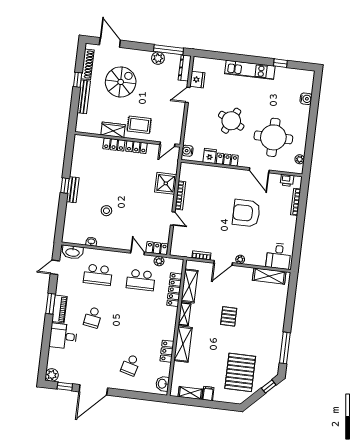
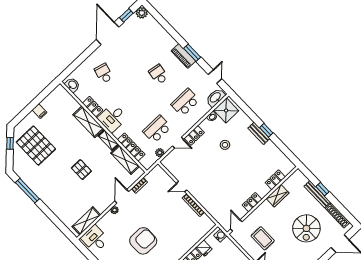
window: (78, 80) -> (322, 189), moved
rug: (139, 125) -> (263, 238), moved, turned 90
locker: (114, 145) -> (275, 180), moved
shower: (166, 183) -> (226, 110), moved
locker: (157, 248) -> (194, 135), moved
desk: (63, 336) -> (112, 118), moved, turned 180
window: (269, 386) -> (10, 143), moved
shelving: (190, 393) -> (50, 99), removed

